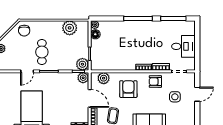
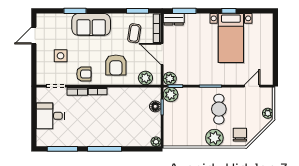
plant: (70, 28) -> (214, 138), moved
floor lamp: (95, 34) -> (155, 106), moved
door: (27, 71) -> (252, 86), moved
door: (197, 94) -> (34, 35), moved

